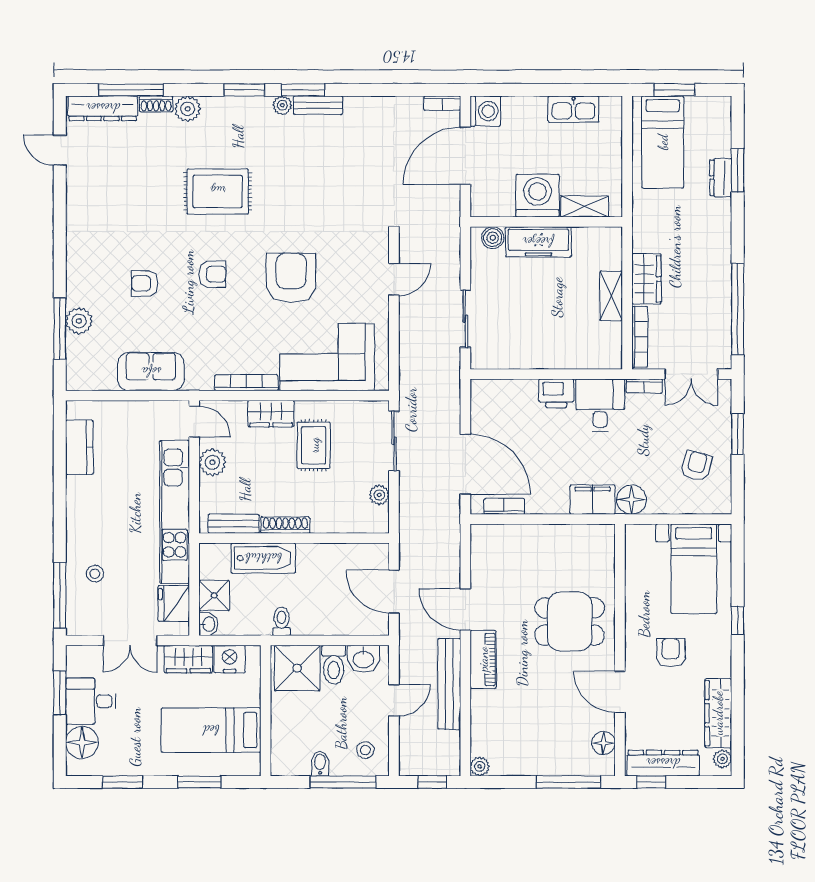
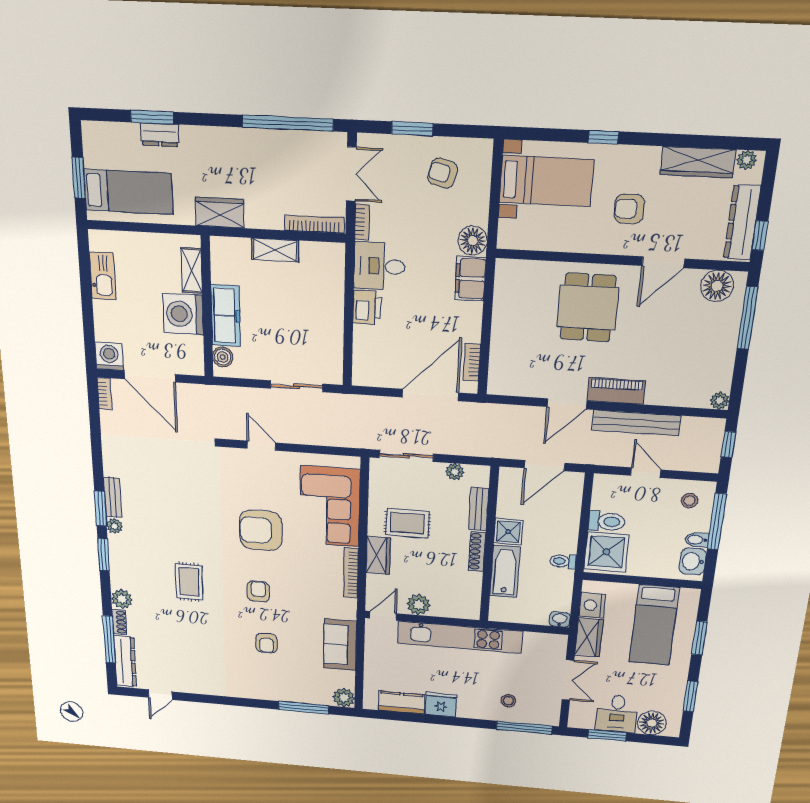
rug: (218, 191) -> (189, 582), width x0.73, depth x0.70
wardrobe: (646, 279) -> (220, 213), moved
plant: (79, 321) -> (344, 698), moved
bench: (234, 524) -> (479, 509), moved
shower: (214, 595) -> (508, 532), moved
fridge: (174, 603) -> (441, 705), moved, turned 180
washbasin: (363, 659) -> (693, 561), moved, turned 180
floor lamp: (603, 743) -> (717, 286), width x1.38, depth x1.38

